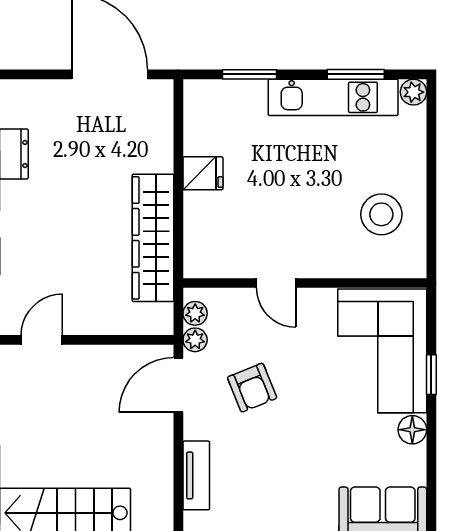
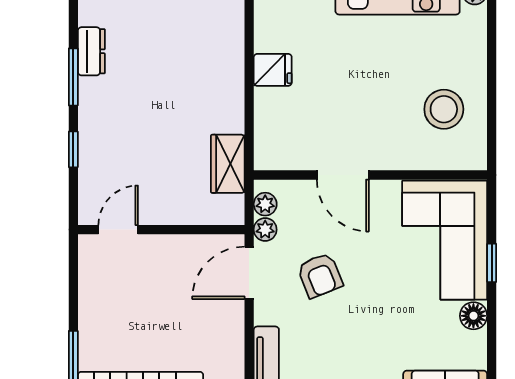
wardrobe: (153, 238) -> (228, 164), width x0.48, depth x0.85
door: (276, 283) -> (343, 175), width x1.38

